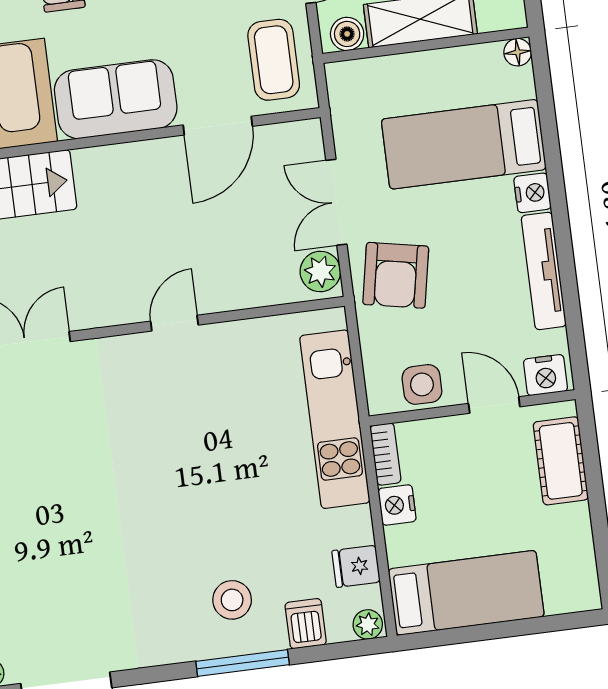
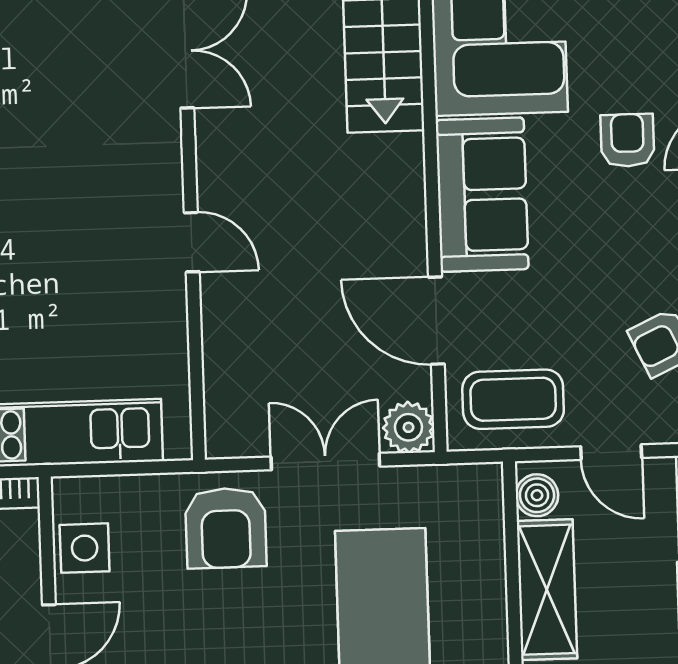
plant: (320, 272) -> (408, 427), moved
armchair: (396, 275) -> (226, 528), turned -101

